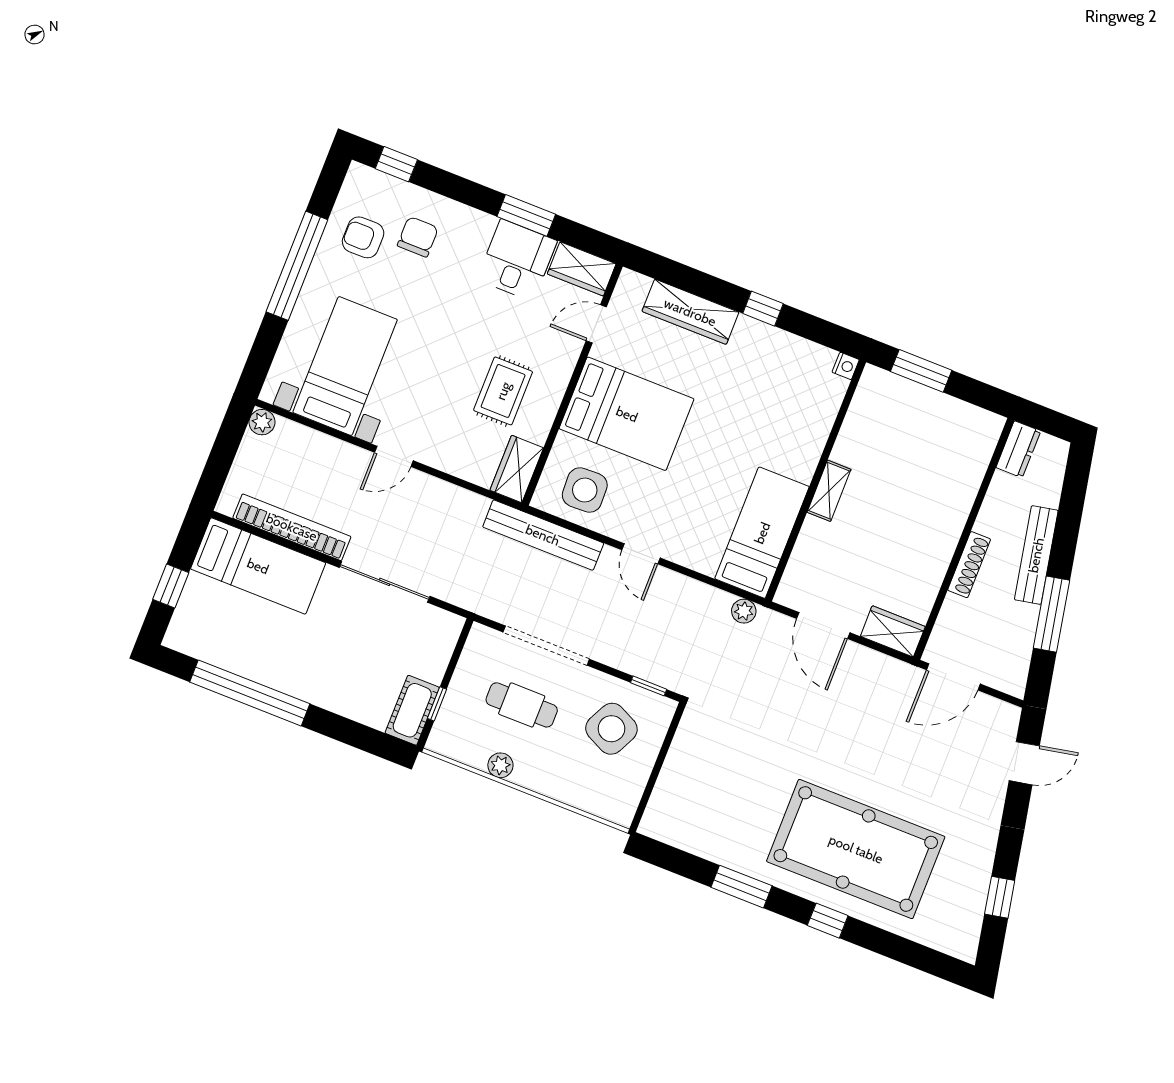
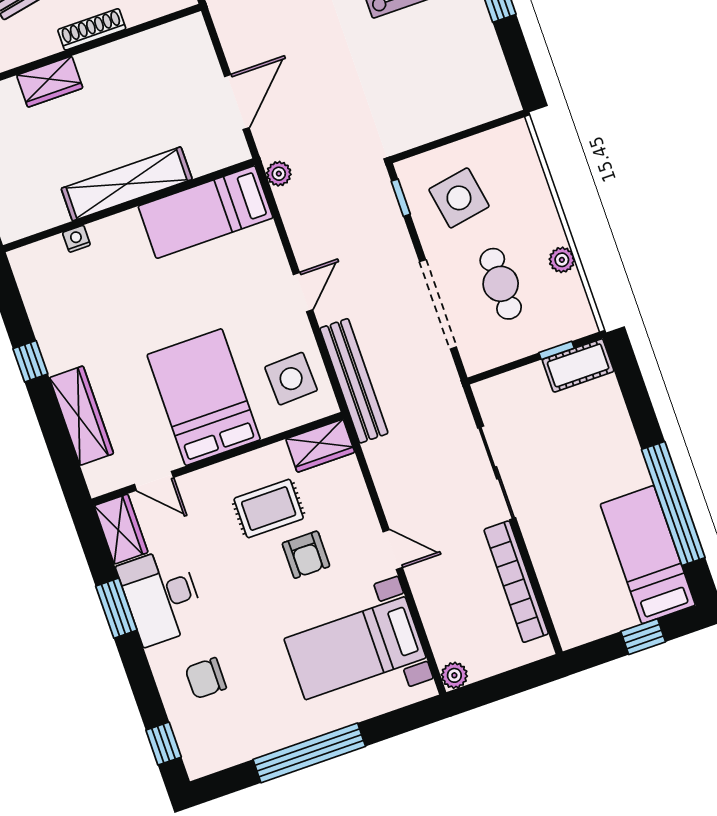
armchair: (363, 237) -> (306, 555), moved
desk: (517, 260) -> (161, 596), width x1.37
nightstand: (846, 366) -> (76, 239), moved
shelving: (829, 491) -> (127, 184), width x2.20, depth x1.33
bed: (258, 566) -> (648, 555), moved
wardrobe: (893, 631) -> (50, 82), moved, turned -90
side table: (611, 729) -> (459, 198), turned -36

